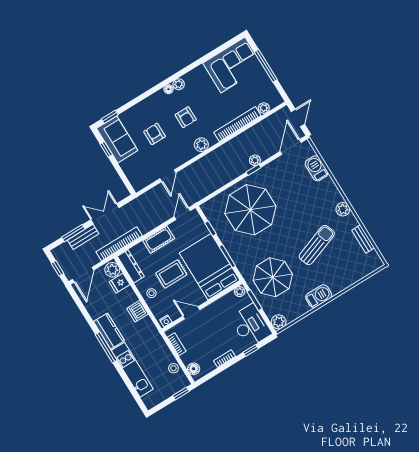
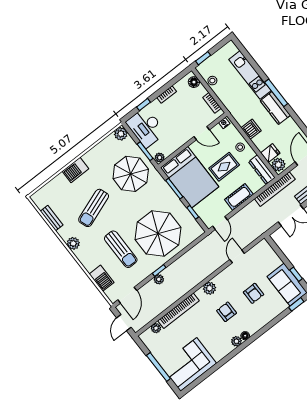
sun lounger: (292, 197) -> (121, 249), added
barbecue: (319, 296) -> (75, 170), moved

